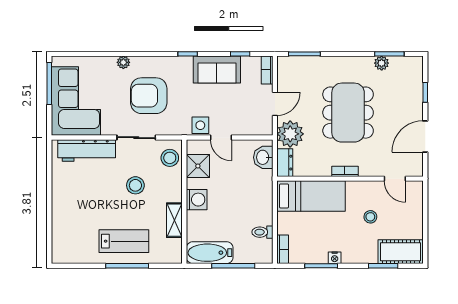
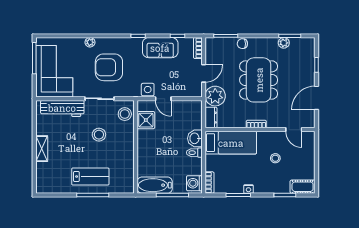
chair: (326, 64) -> (242, 44), added
washbasin: (263, 157) -> (195, 138), moved
washing machine: (197, 200) -> (194, 183), moved, turned 180
shelving: (174, 220) -> (42, 149), moved
toilet: (262, 232) -> (194, 153), moved
cot: (401, 252) -> (303, 187), width x0.73, depth x0.75

